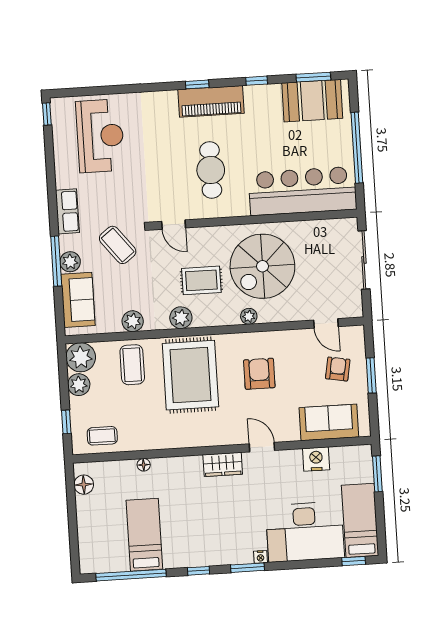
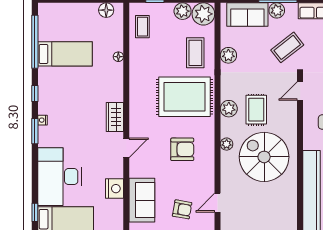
plant: (181, 318) -> (229, 109), moved
coffee table: (132, 365) -> (195, 53), turned 90
nightstand: (260, 557) -> (42, 120), moved

